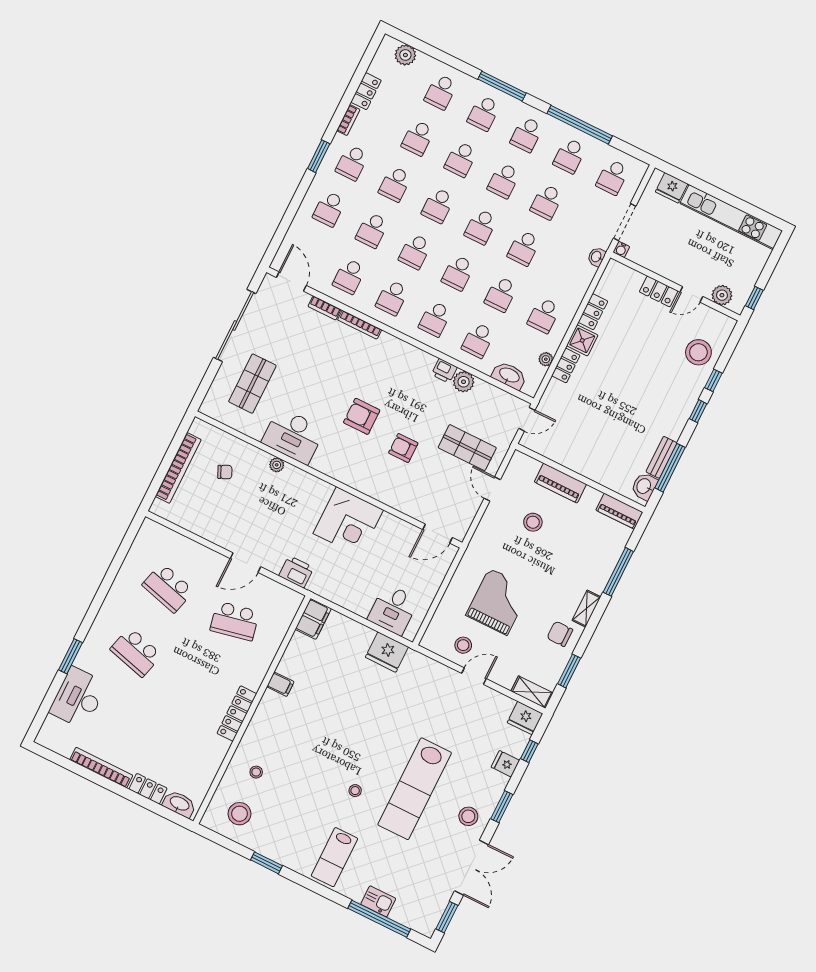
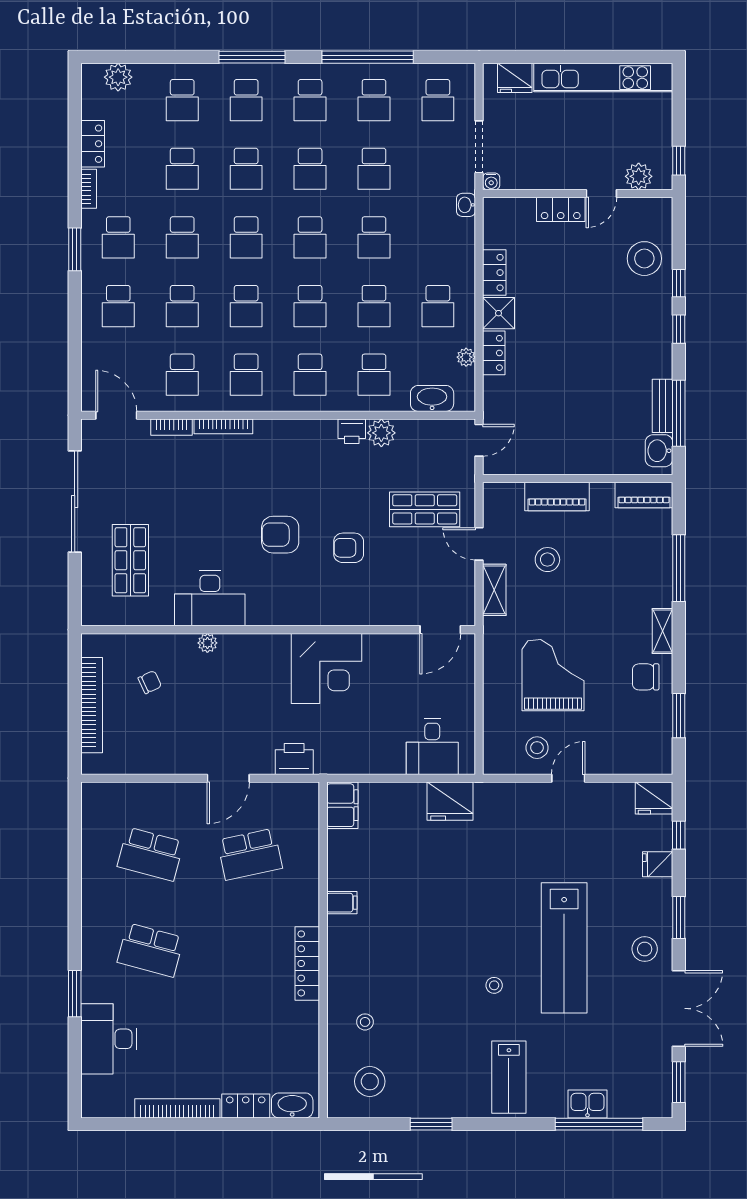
shelving: (532, 692) -> (494, 590), moved, turned 90

